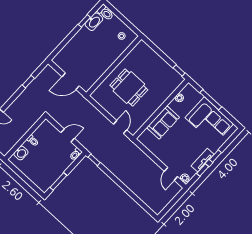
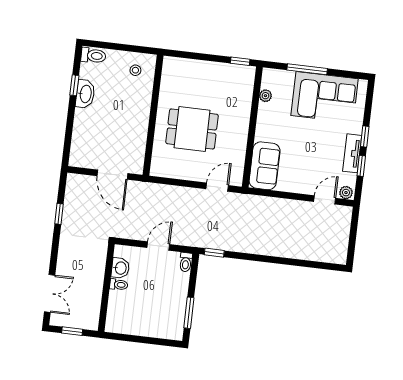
washbasin: (94, 22) -> (85, 94), moved
door: (71, 81) -> (112, 175), hinge flipped
sofa: (163, 122) -> (265, 166), moved
door: (120, 127) -> (217, 187), hinge flipped
washbasin: (21, 153) -> (120, 268), moved
door: (171, 174) -> (325, 200), swing flipped

